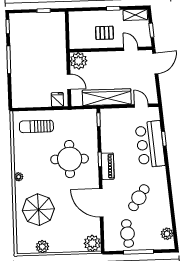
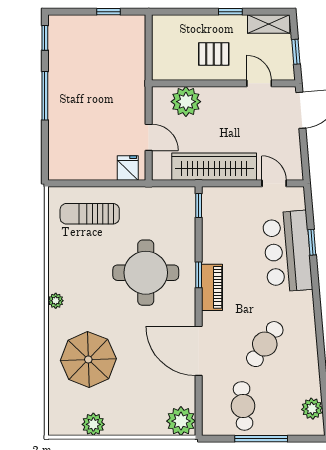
plant: (78, 61) -> (186, 102), moved

